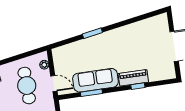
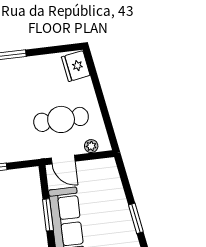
door: (54, 83) -> (63, 160), hinge flipped

